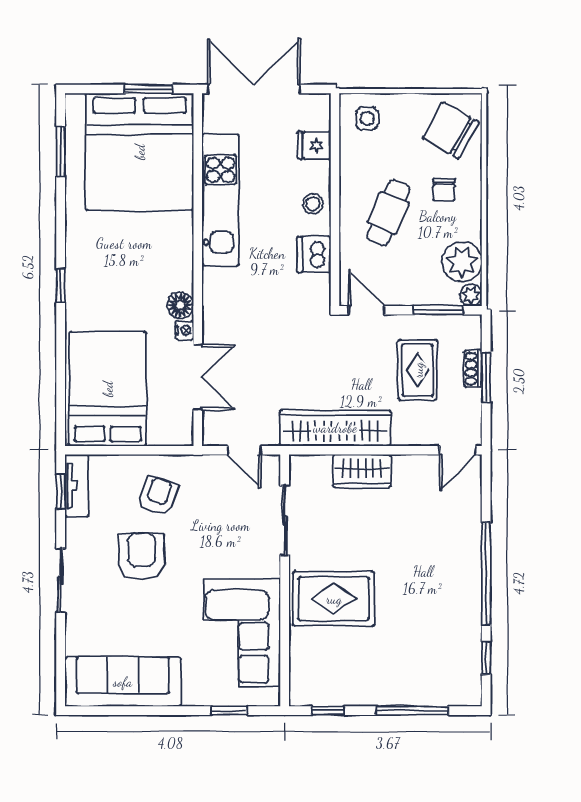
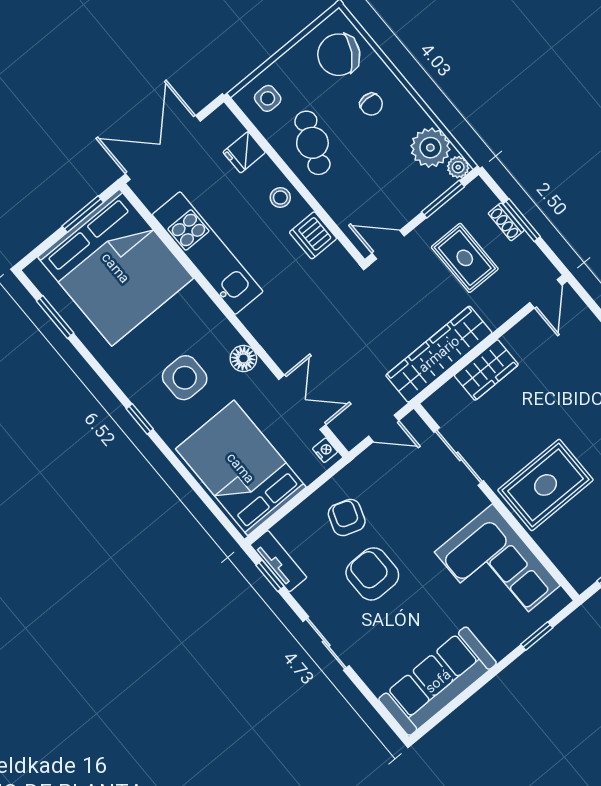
cafe table: (388, 213) -> (312, 143), moved
side table: (122, 282) -> (185, 378), added
nightstand: (185, 330) -> (325, 450), moved

